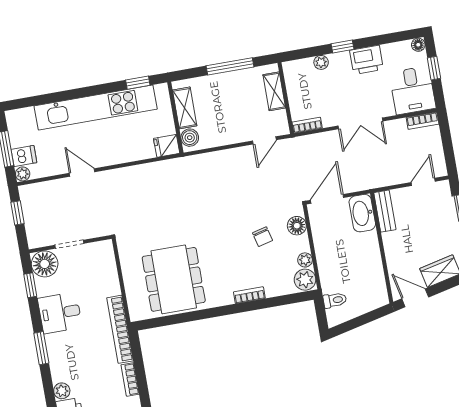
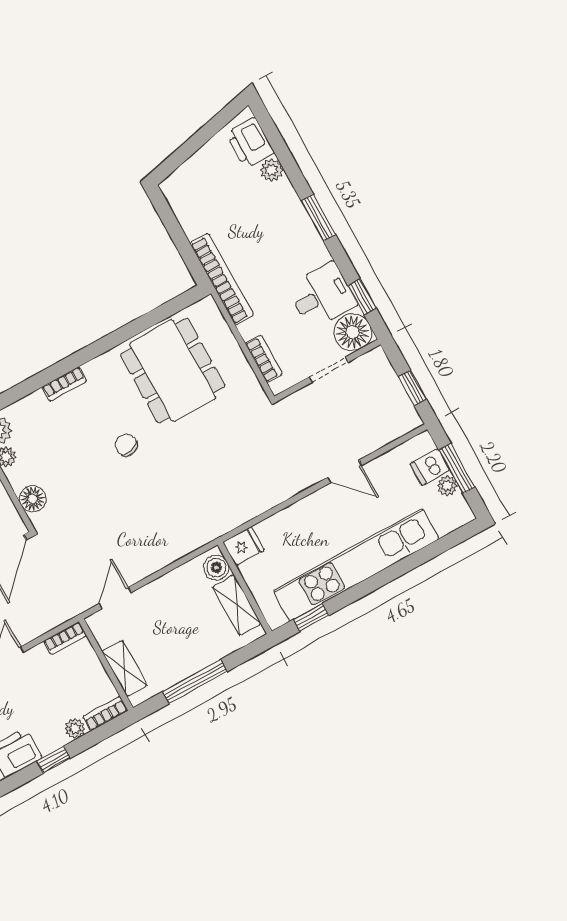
bookcase: (297, 65) -> (105, 714), added
plant: (23, 174) -> (447, 486), moved
chair: (262, 237) -> (126, 445), moved
desk: (60, 313) -> (322, 296), moved
bookcase: (130, 379) -> (264, 359), moved

